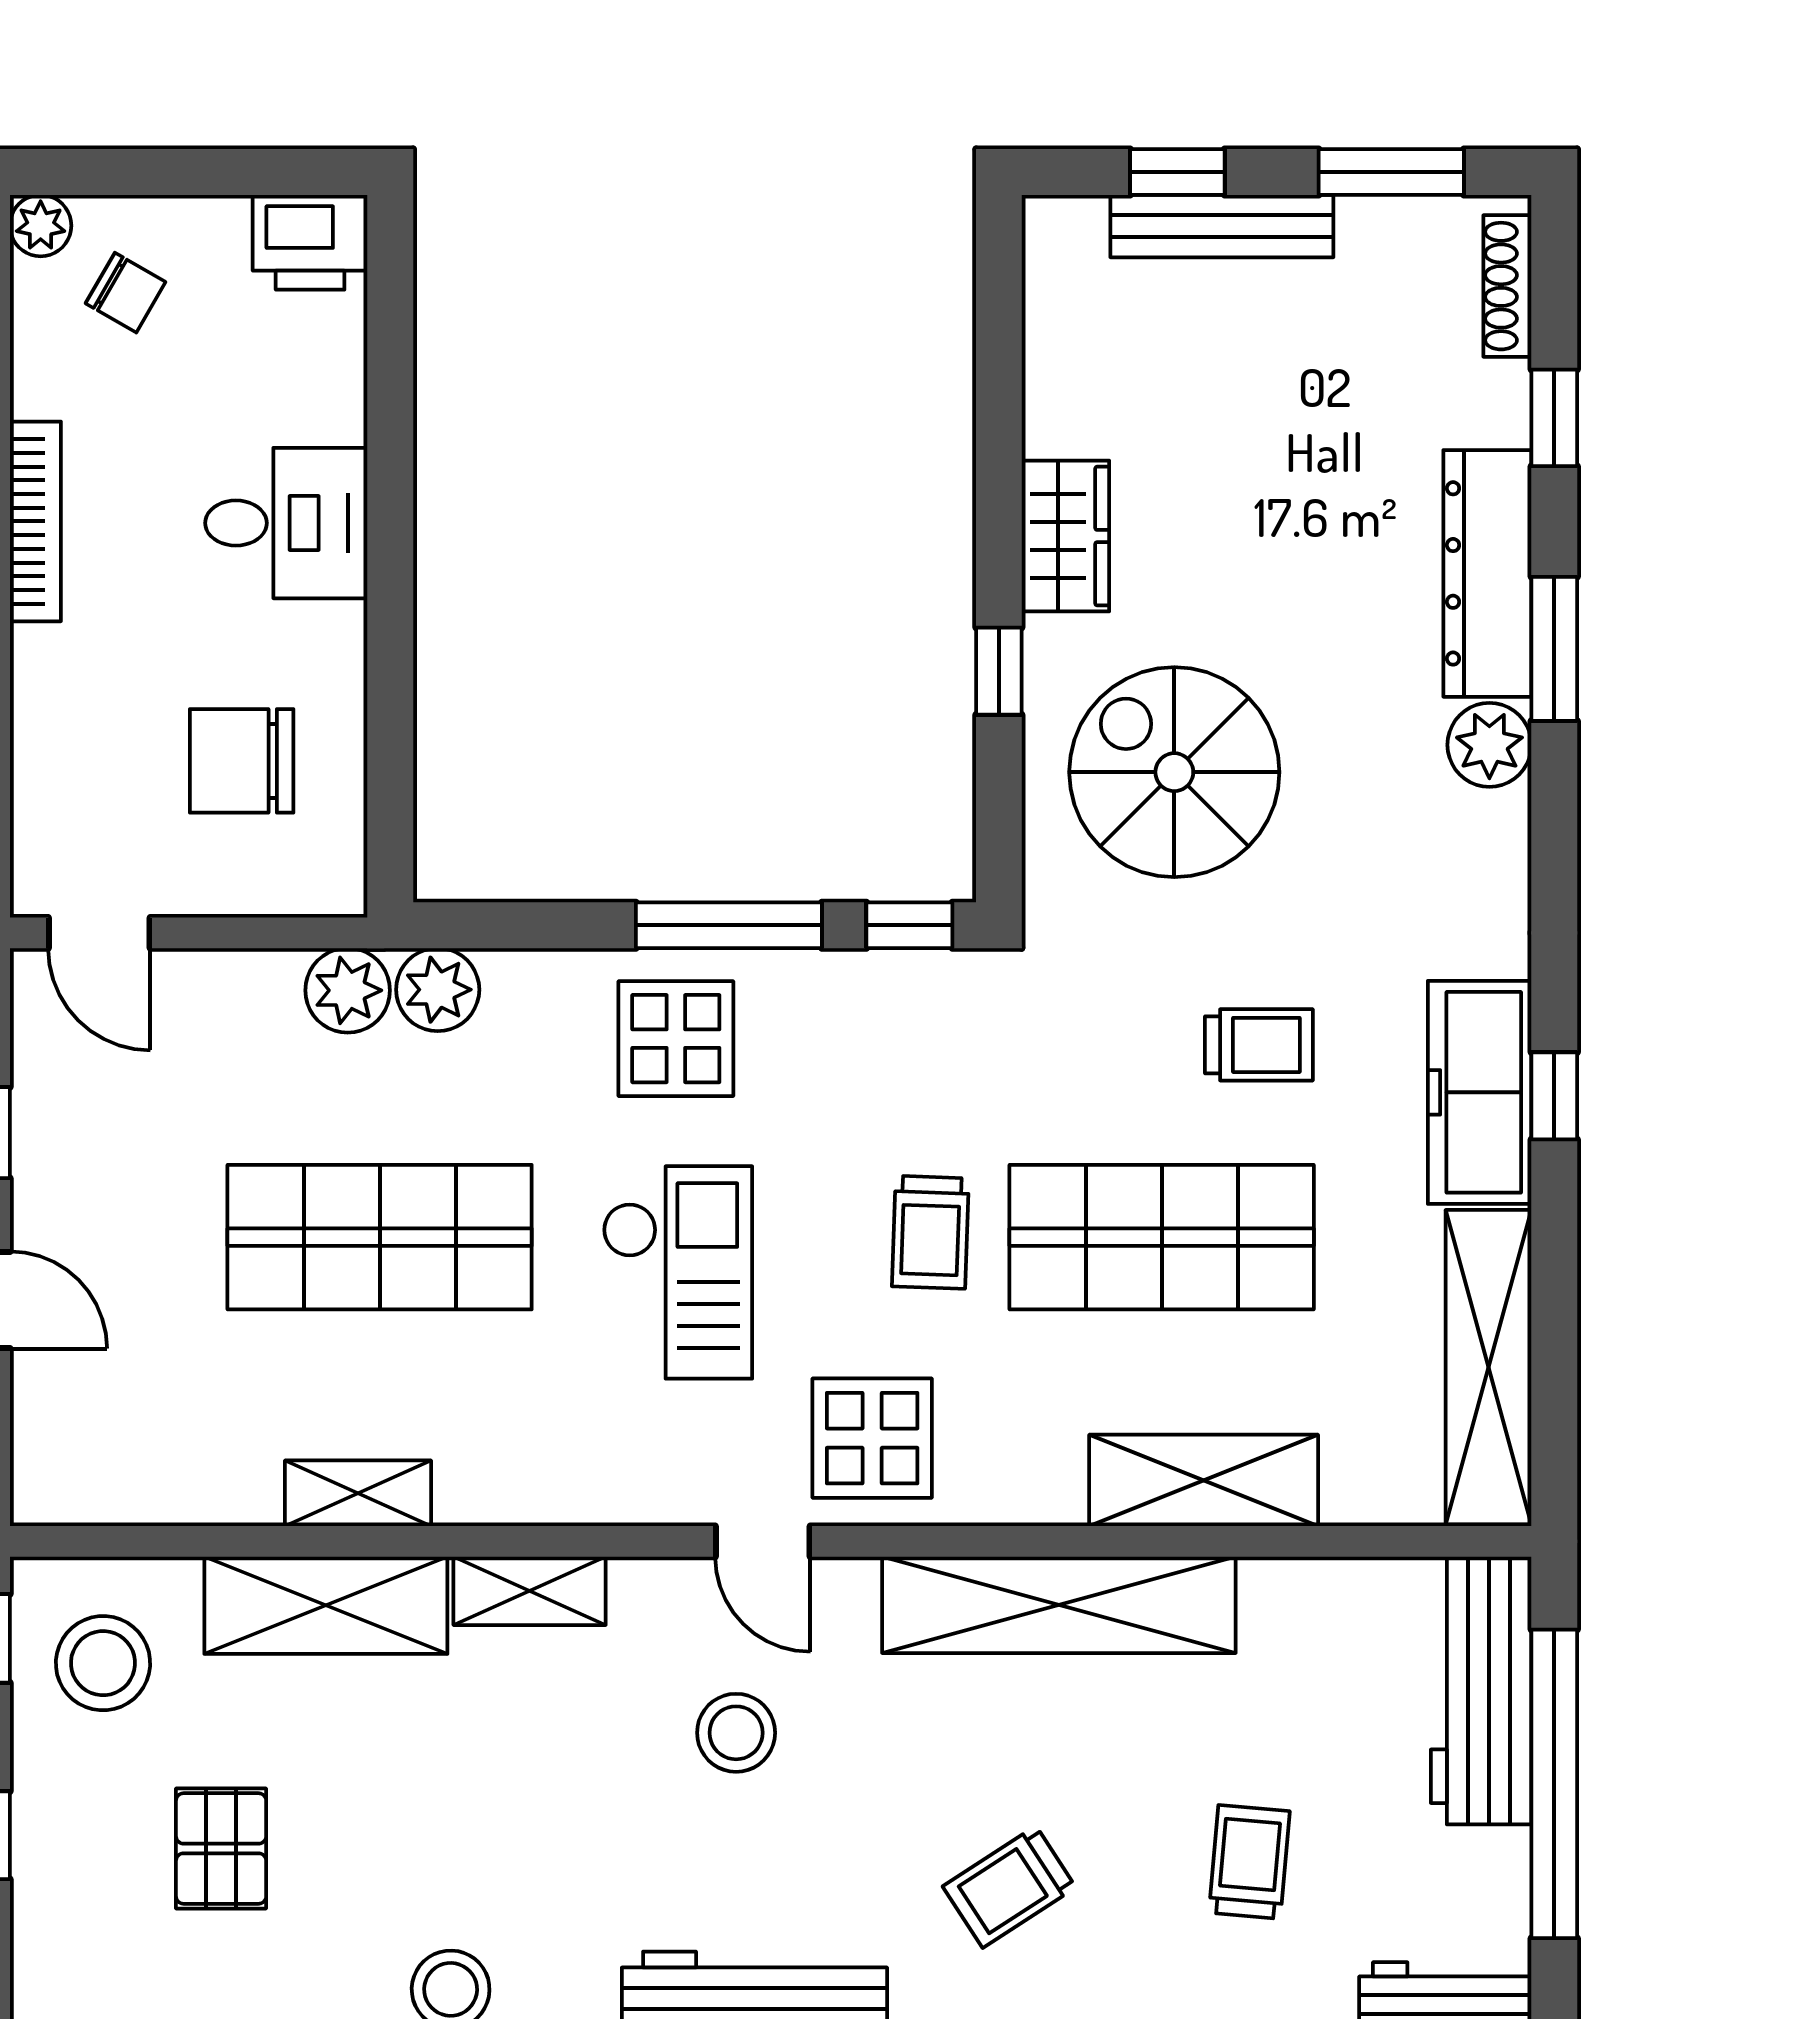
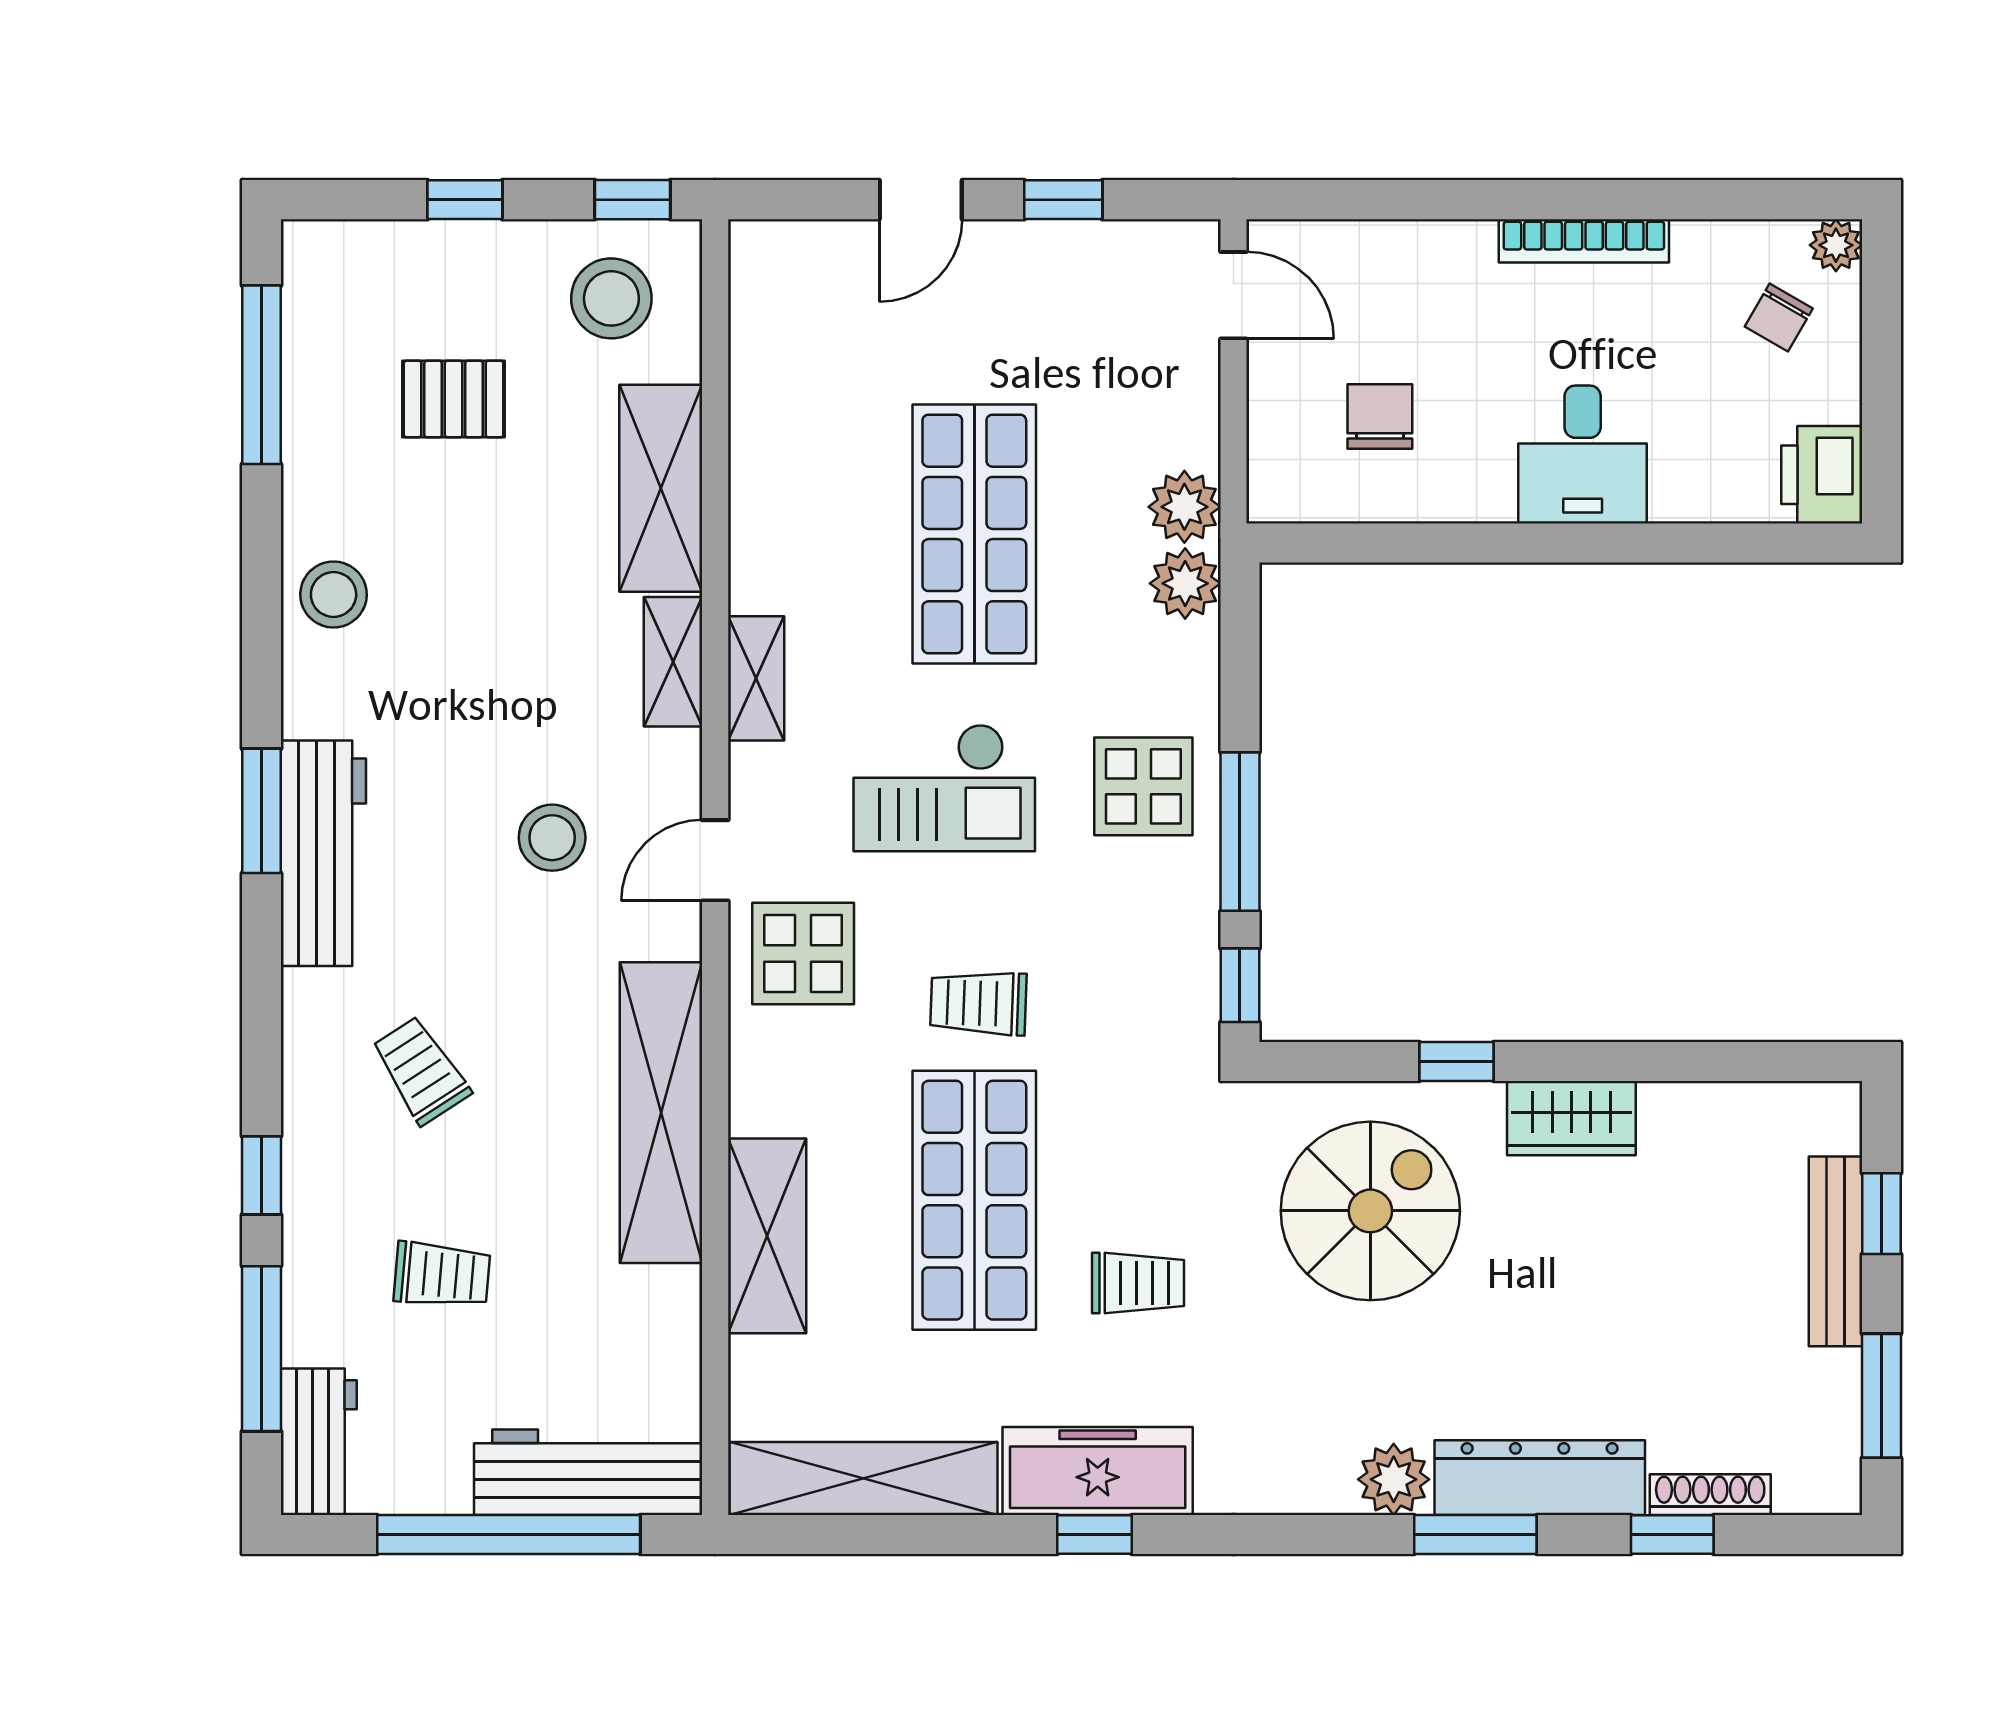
shoe rack: (1507, 286) -> (1710, 1495), moved
chair: (242, 761) -> (1380, 416), width x0.73, depth x0.73
door: (99, 933) -> (1234, 295), swing flipped
trolley: (1259, 1045) -> (1138, 1283), turned -90
shelving: (358, 1493) -> (756, 678), moved

